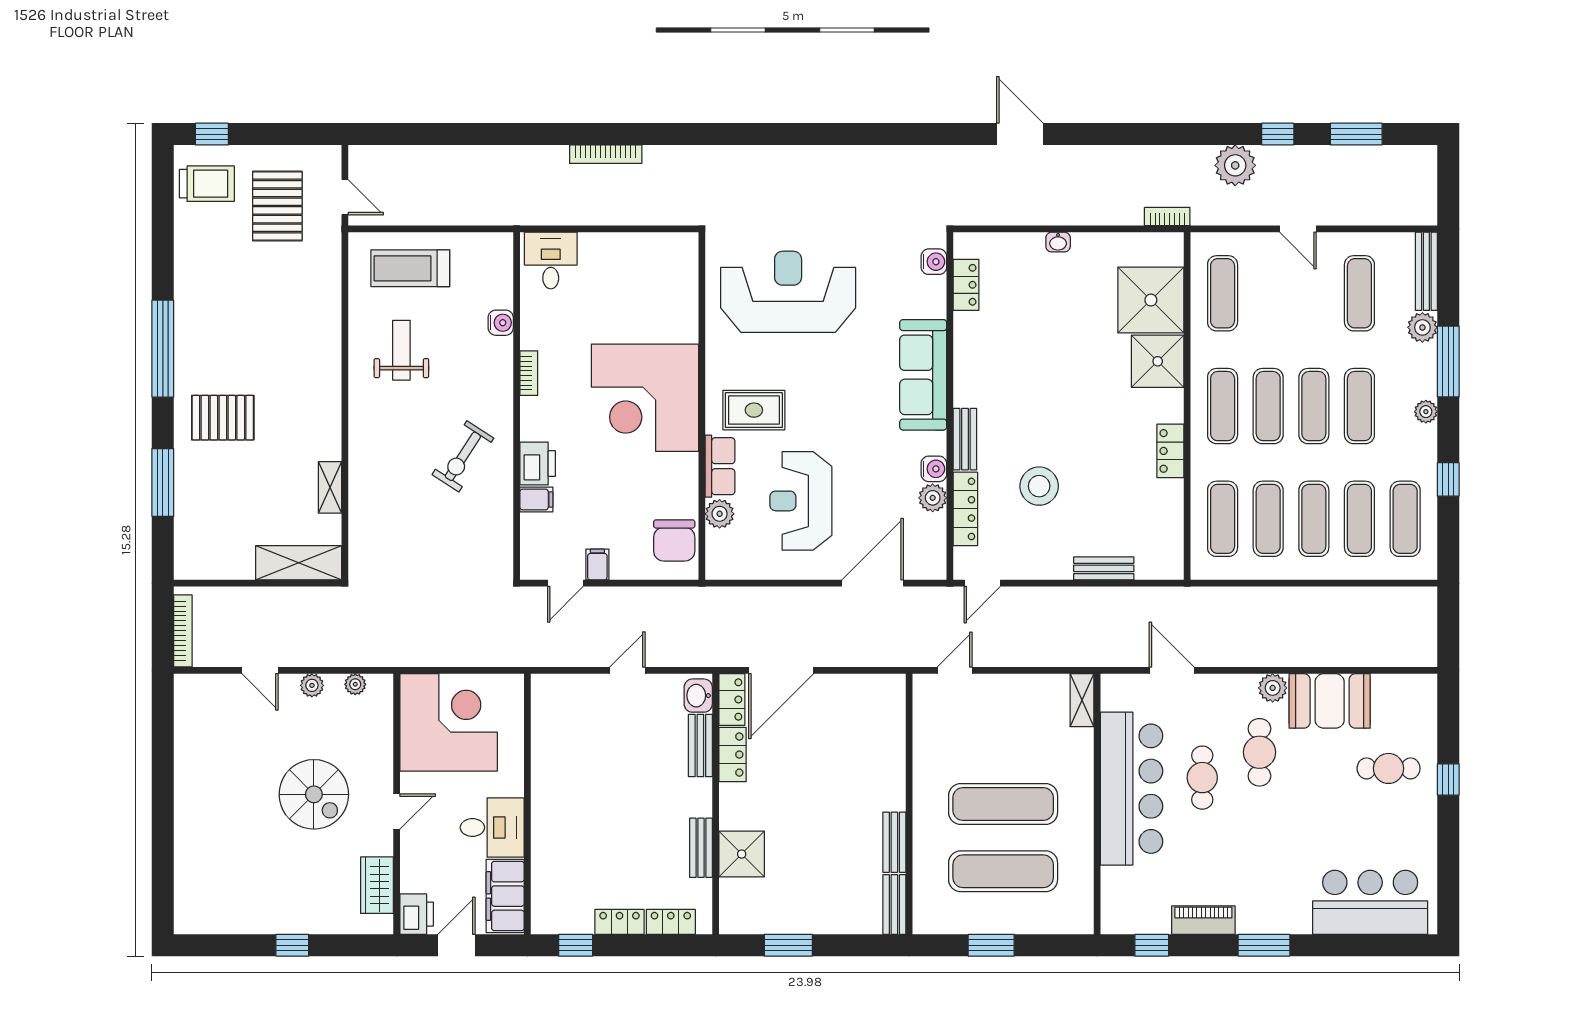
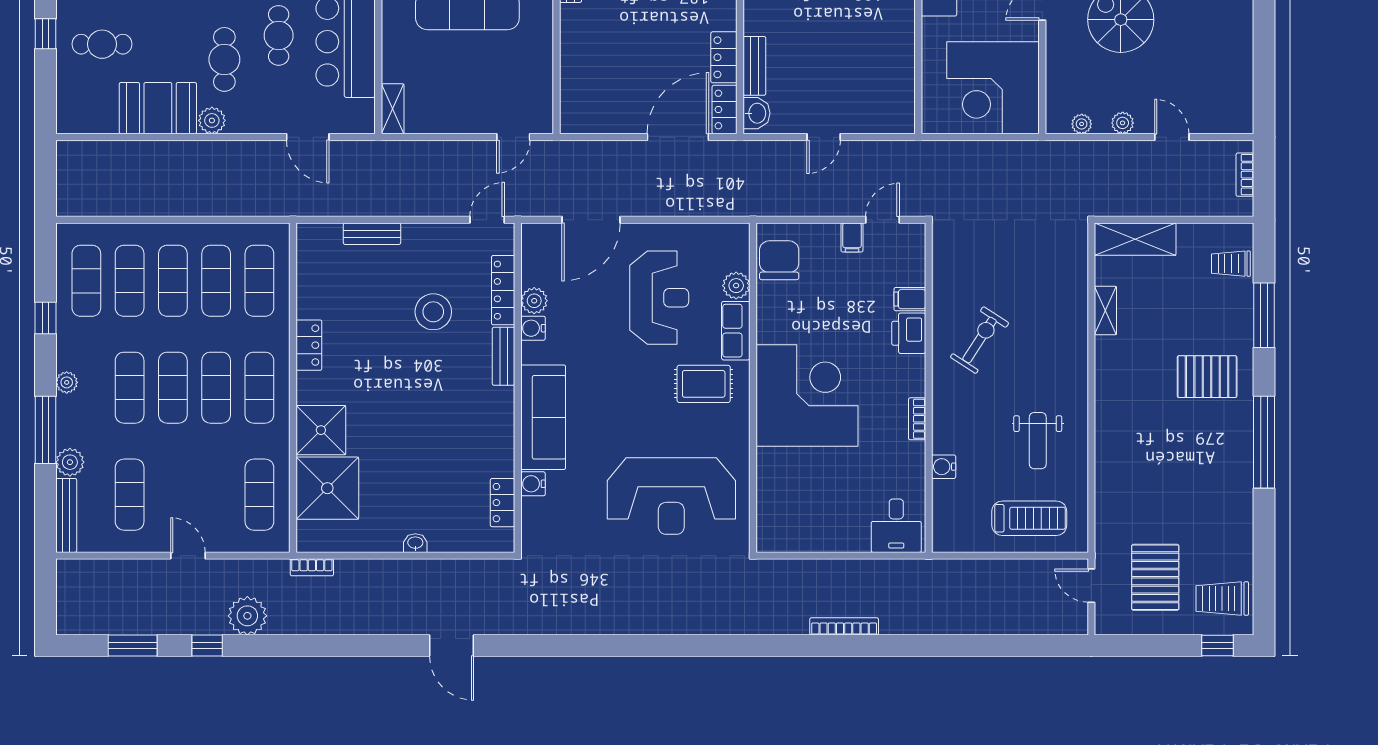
water cooler: (934, 262) -> (533, 484), moved
trolley: (198, 537) -> (1231, 264), added
bookcase: (183, 631) -> (1245, 175), width x0.64

